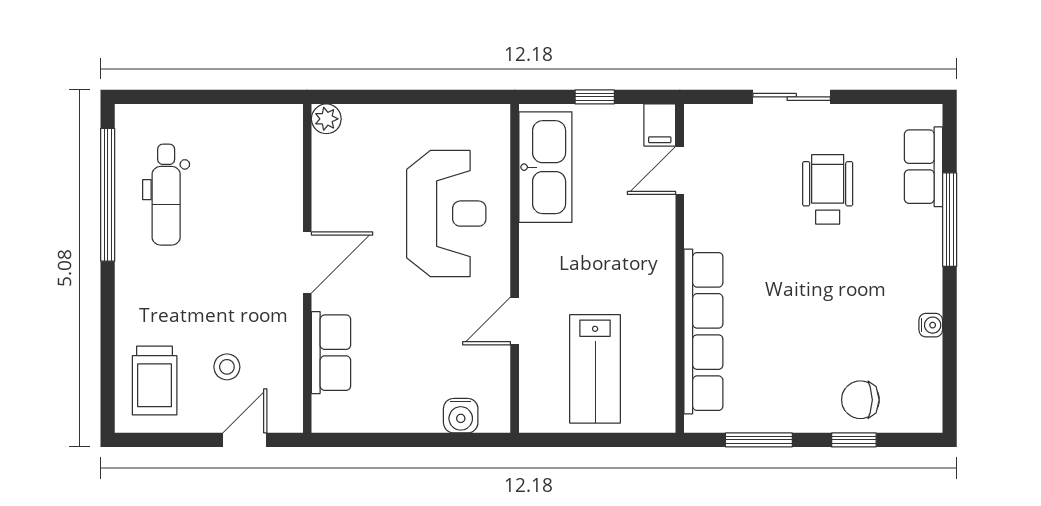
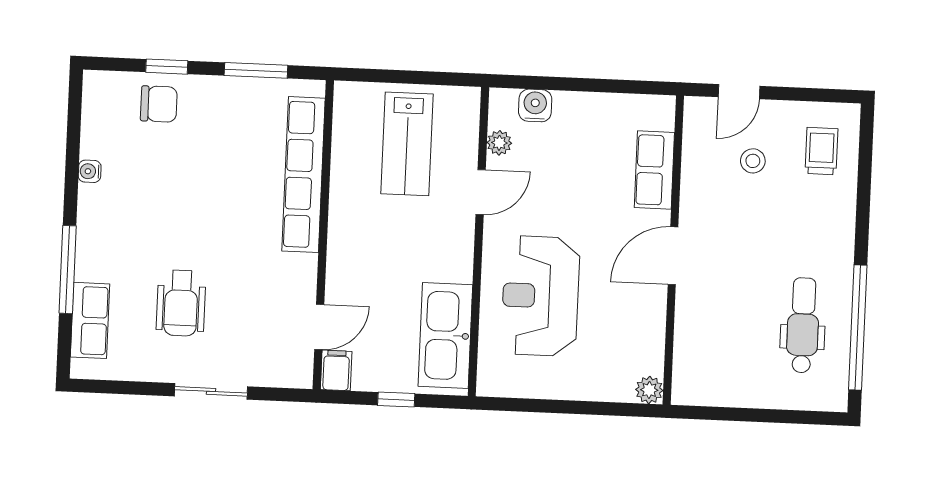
lab bench: (595, 369) -> (407, 144), turned 180
plant: (497, 374) -> (499, 143), added
trolley: (155, 381) -> (821, 151), width x0.73, depth x0.72

